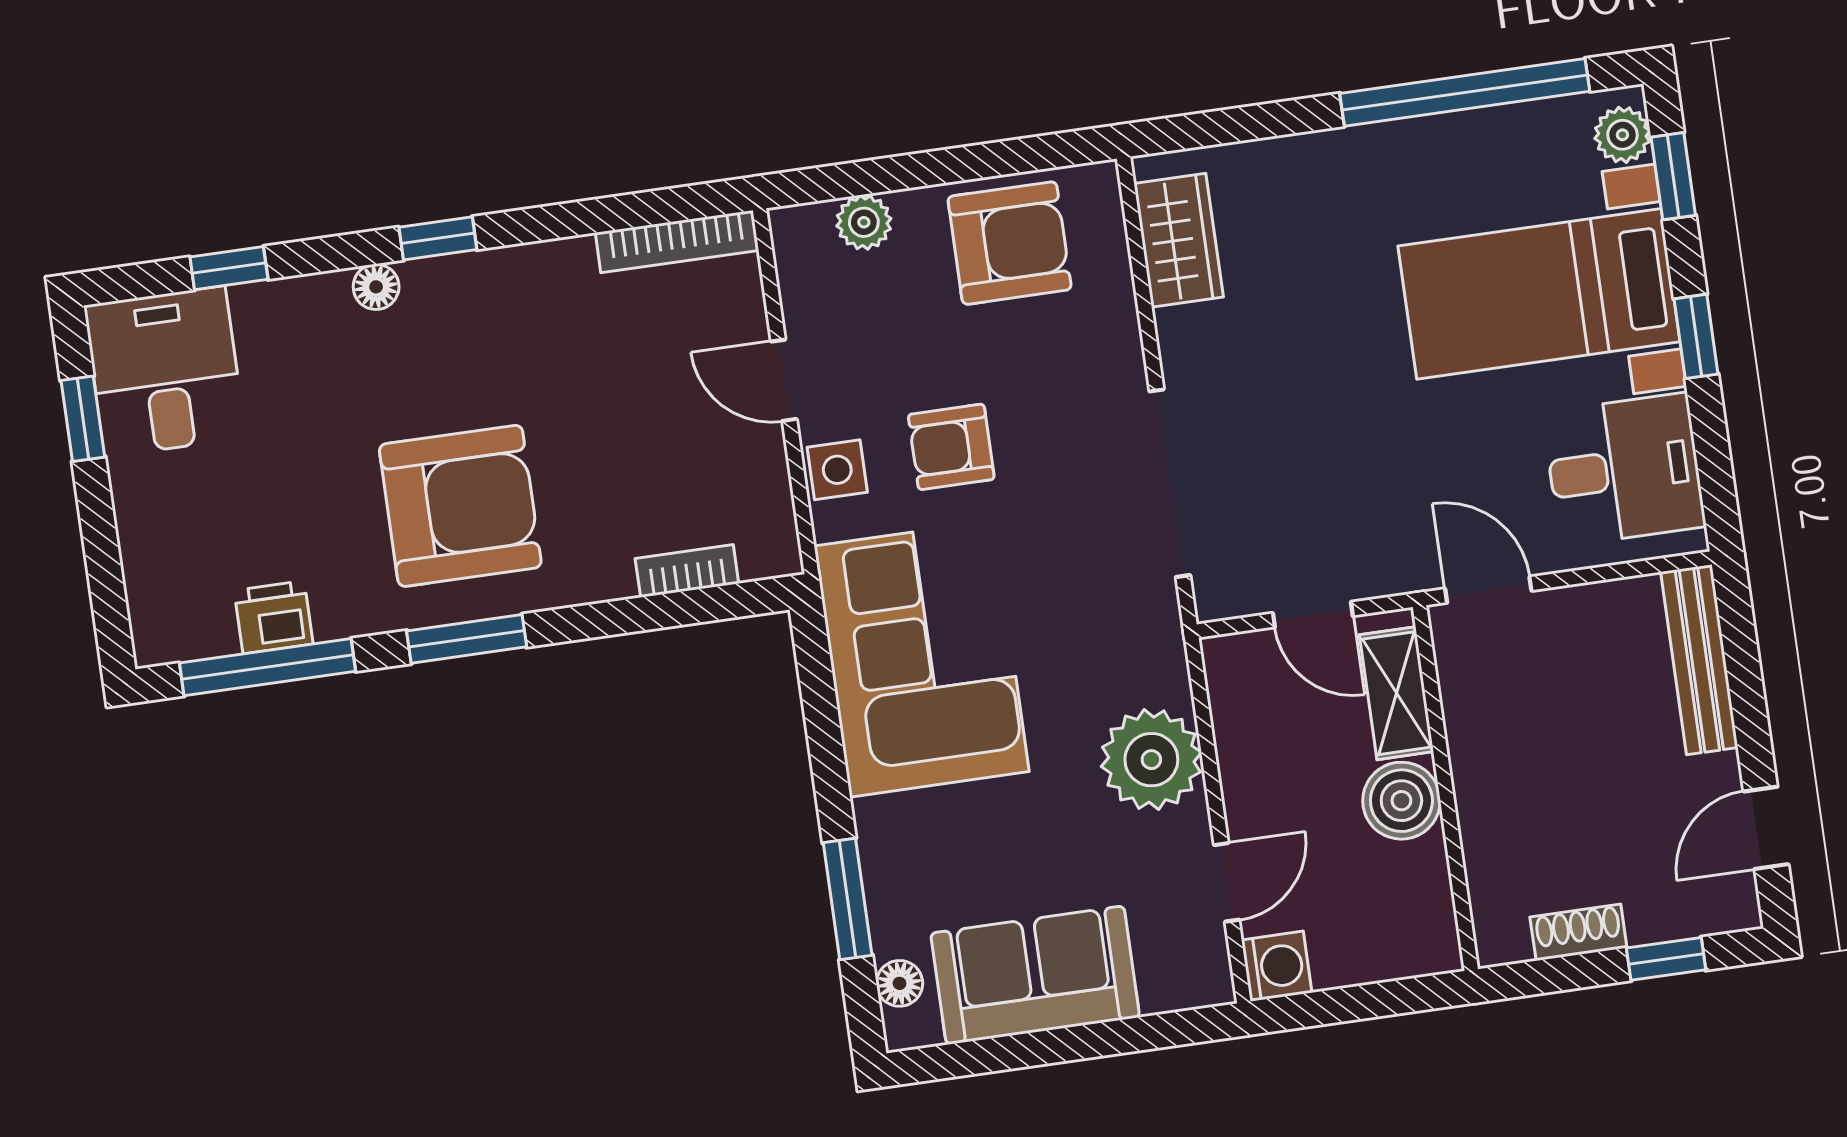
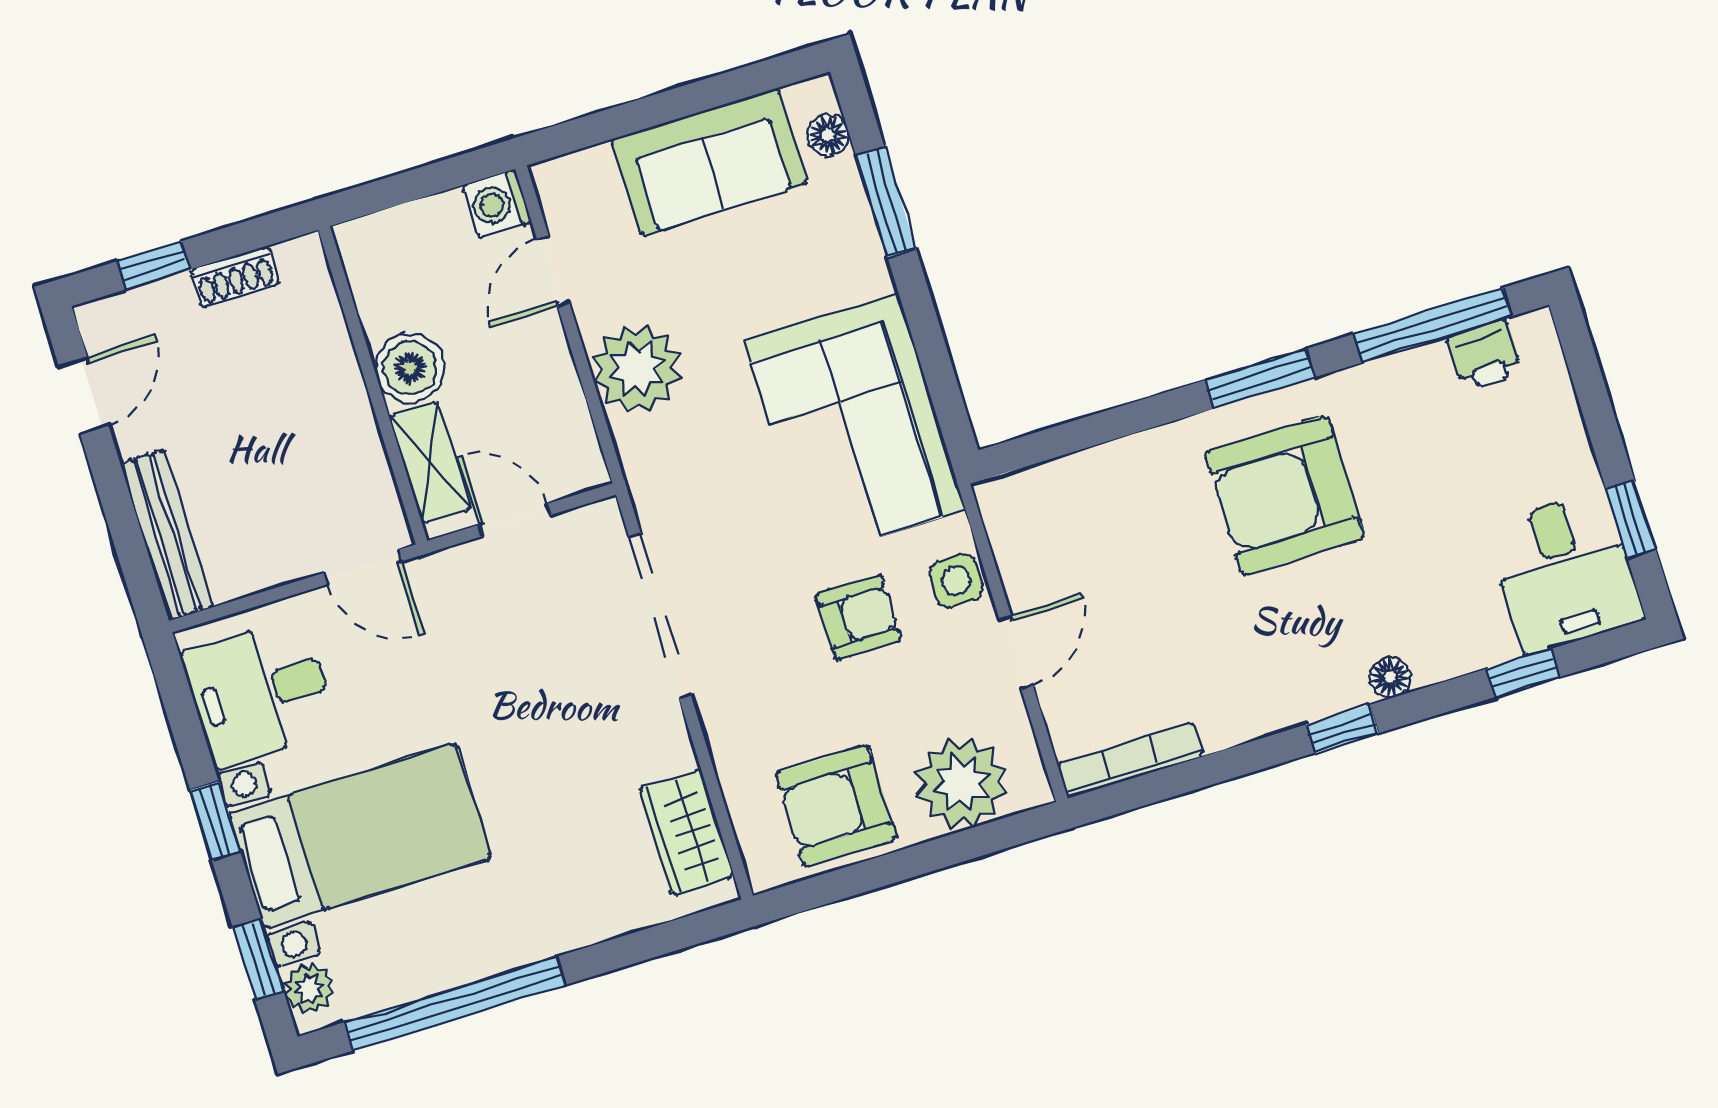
plant: (864, 222) -> (961, 783), width x1.87, depth x1.87
door: (784, 380) -> (1016, 652), hinge flipped
bookcase: (687, 571) -> (1075, 470), removed
printer: (274, 617) -> (1485, 355), moved

